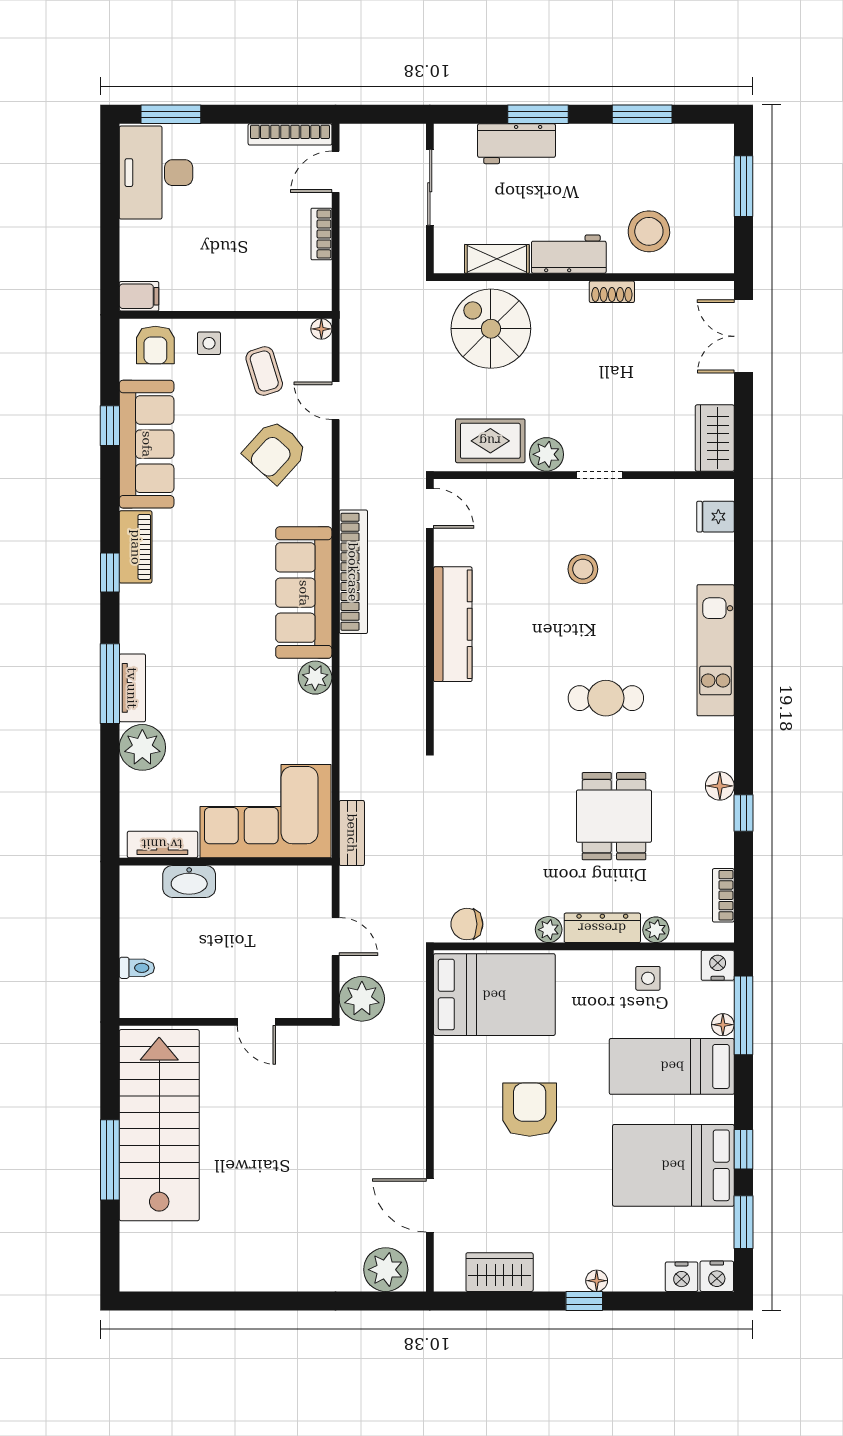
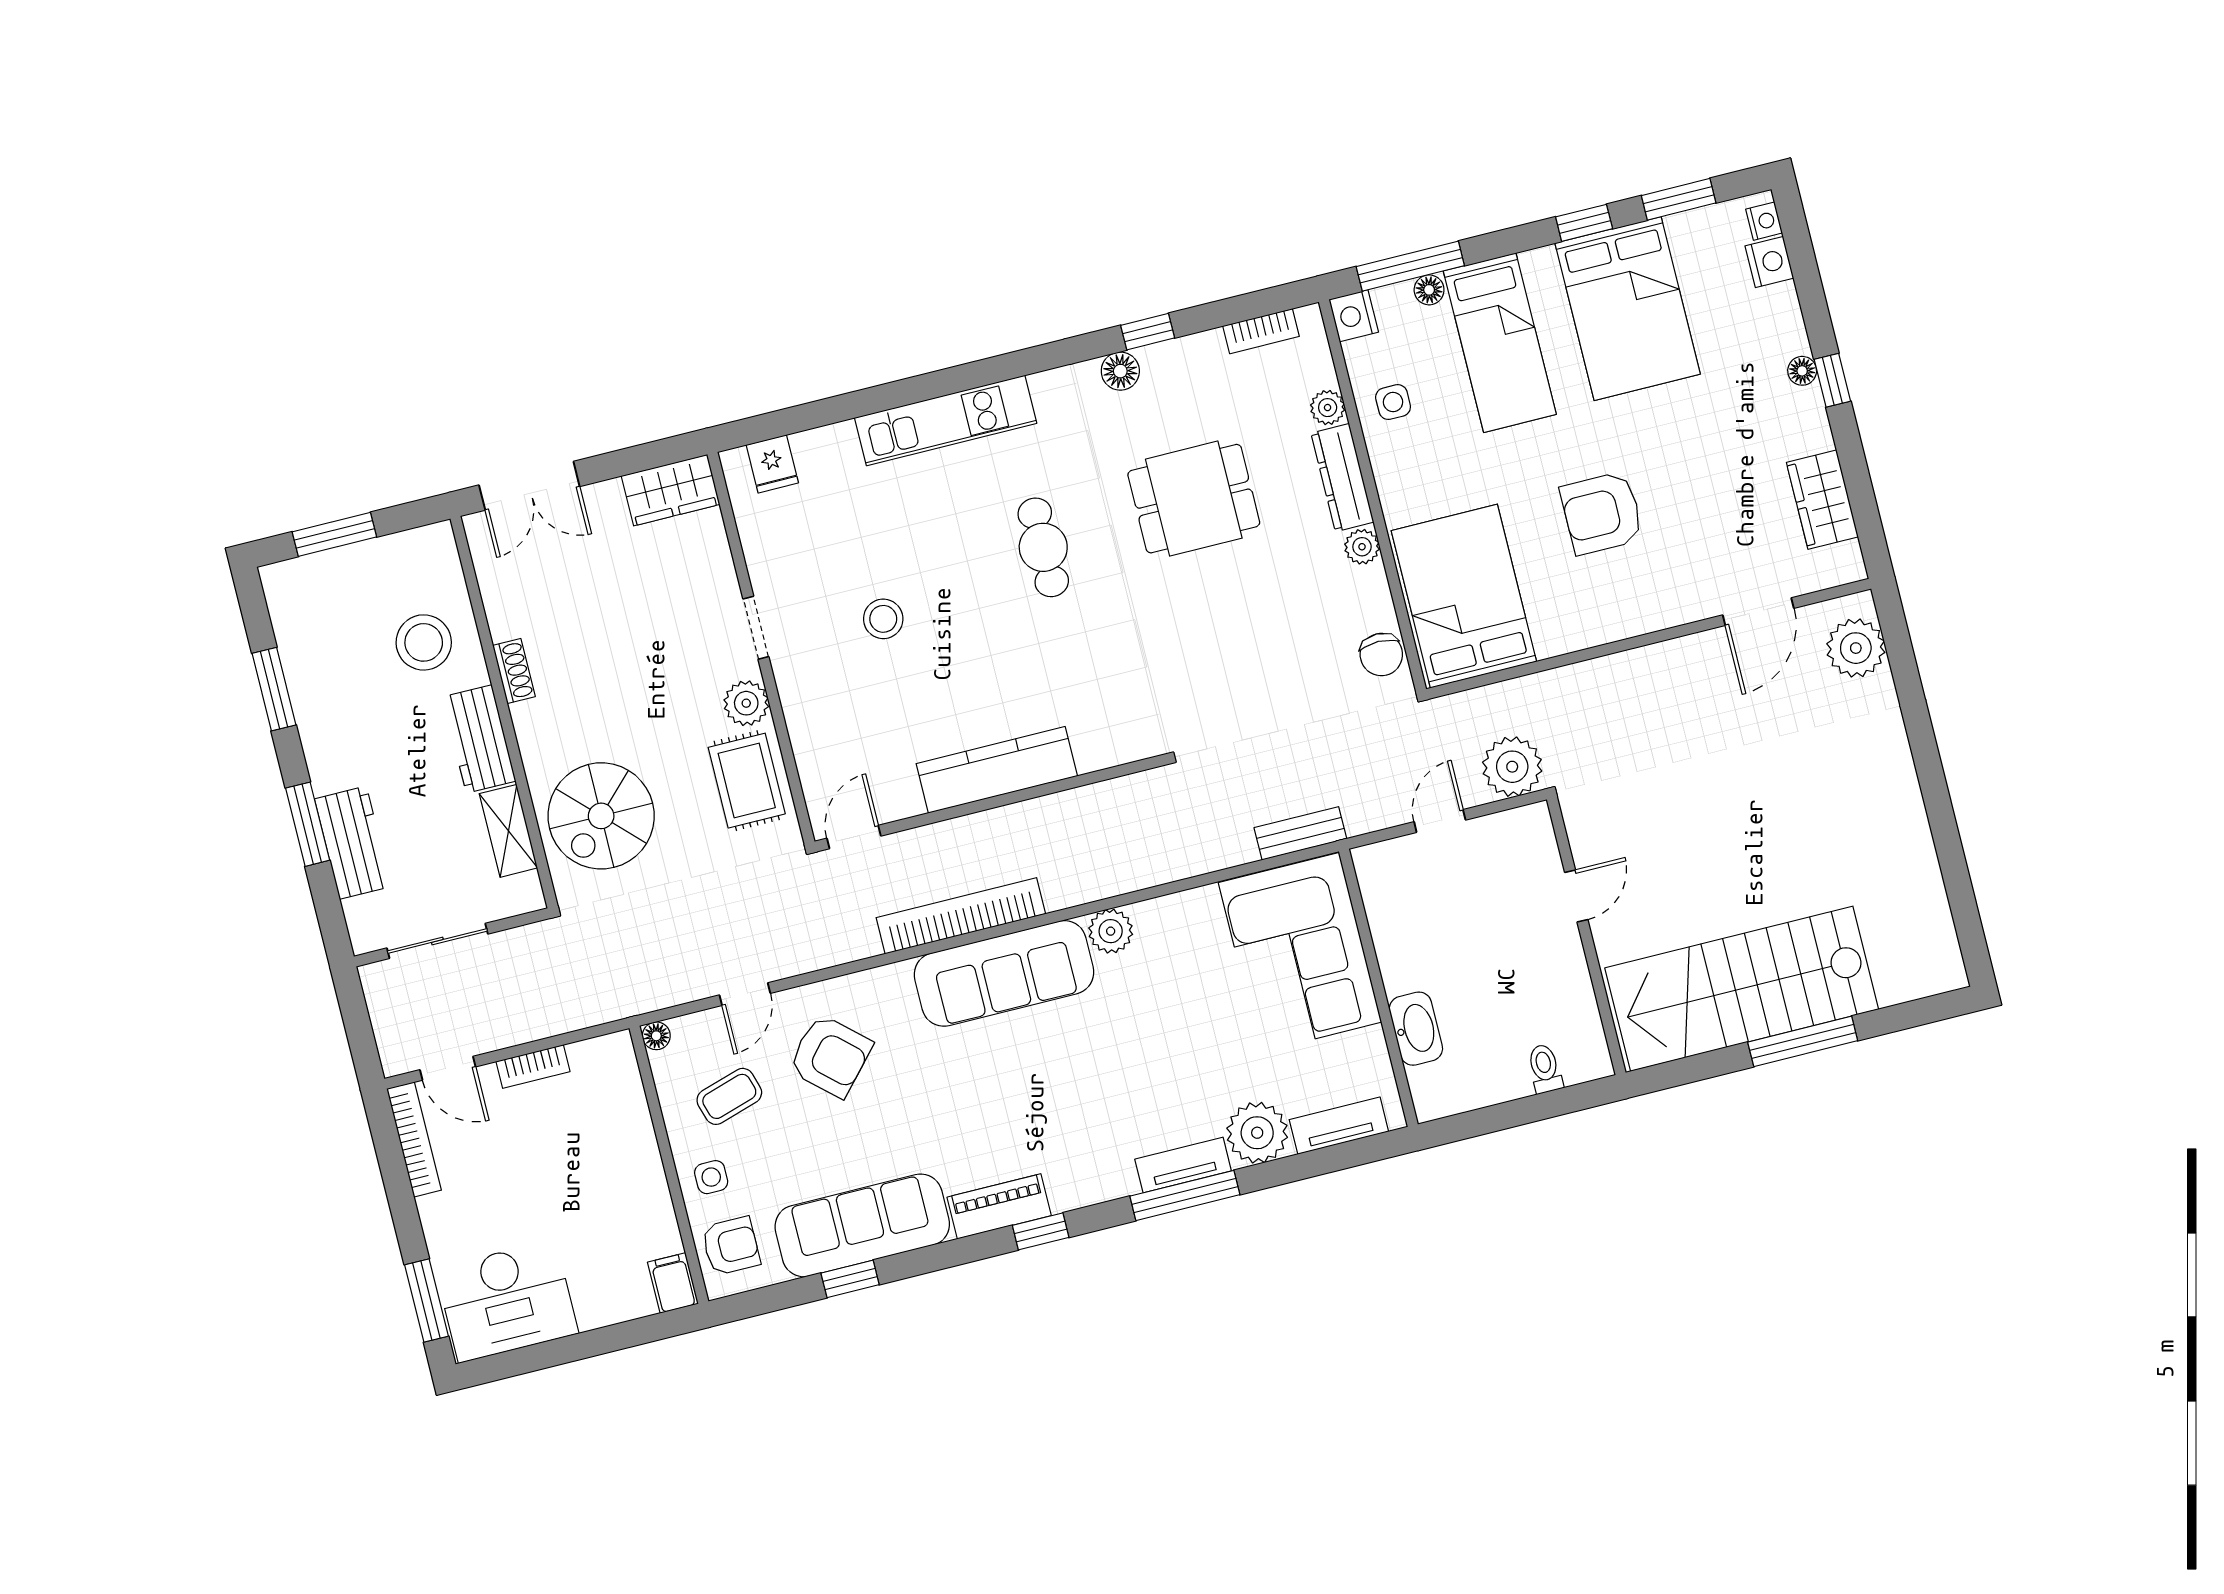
tv unit: (162, 844) -> (1339, 1126), moved, turned 90
nightstand: (717, 1276) -> (1764, 221), width x0.72, depth x0.74

